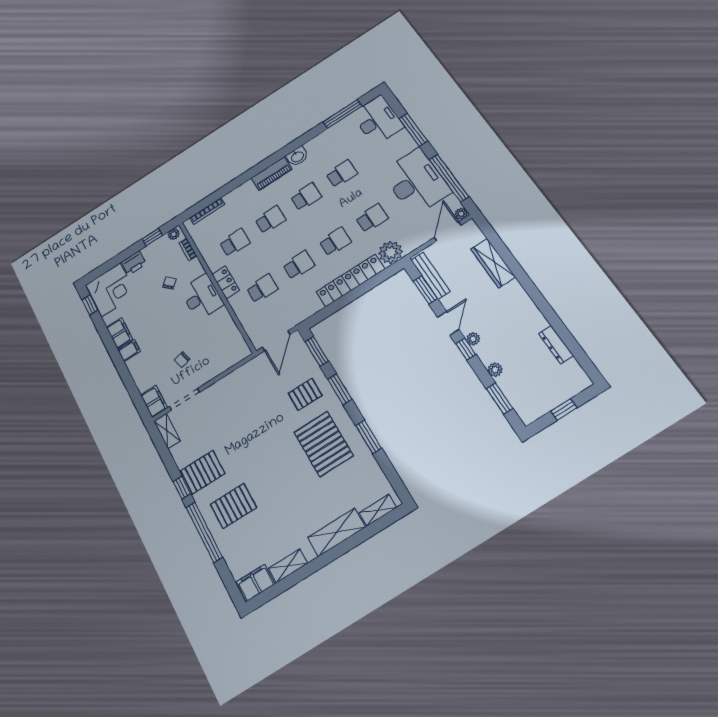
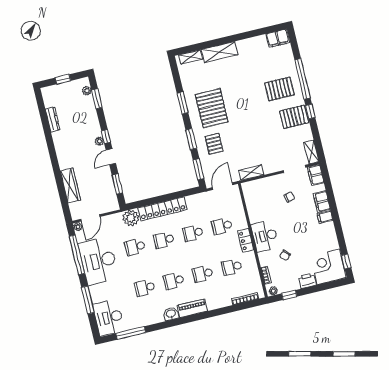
bench: (430, 276) -> (111, 192), removed
filing cabinet: (119, 333) -> (322, 201), moved
plant: (495, 370) -> (87, 91), moved
pallet: (305, 394) -> (214, 144), turned 90
shelving: (288, 566) -> (251, 173), moved

